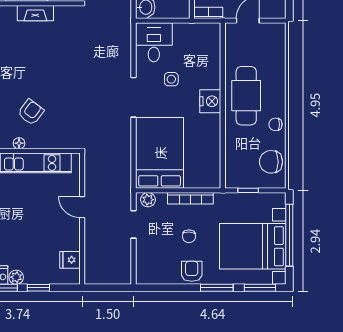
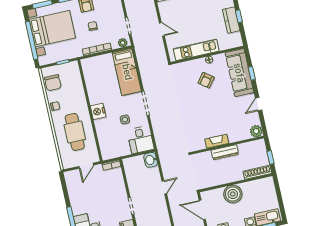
cafe table: (246, 96) -> (75, 132), moved
bed: (160, 153) -> (127, 72), width x0.67
chair: (271, 162) -> (53, 83), turned 90

